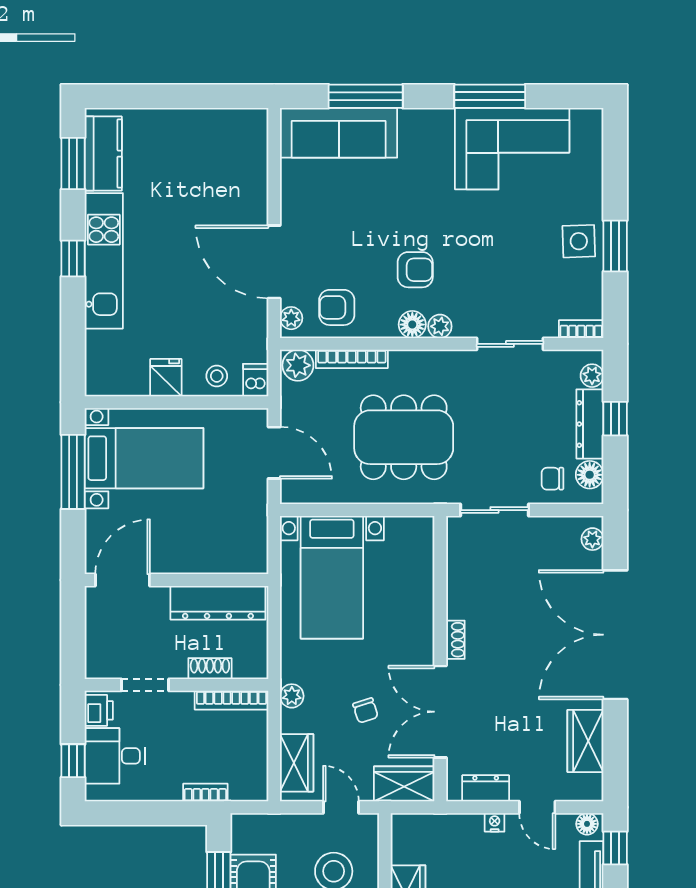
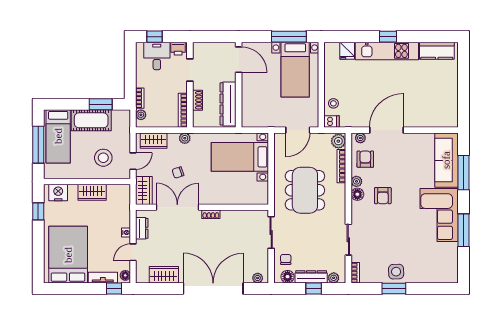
corner sofa: (512, 149) -> (439, 215), moved
window: (73, 164) -> (432, 37), removed
plant: (440, 326) -> (356, 181), moved
fridge: (166, 378) -> (347, 51), moved, turned 90
plant: (241, 790) -> (141, 115), added

